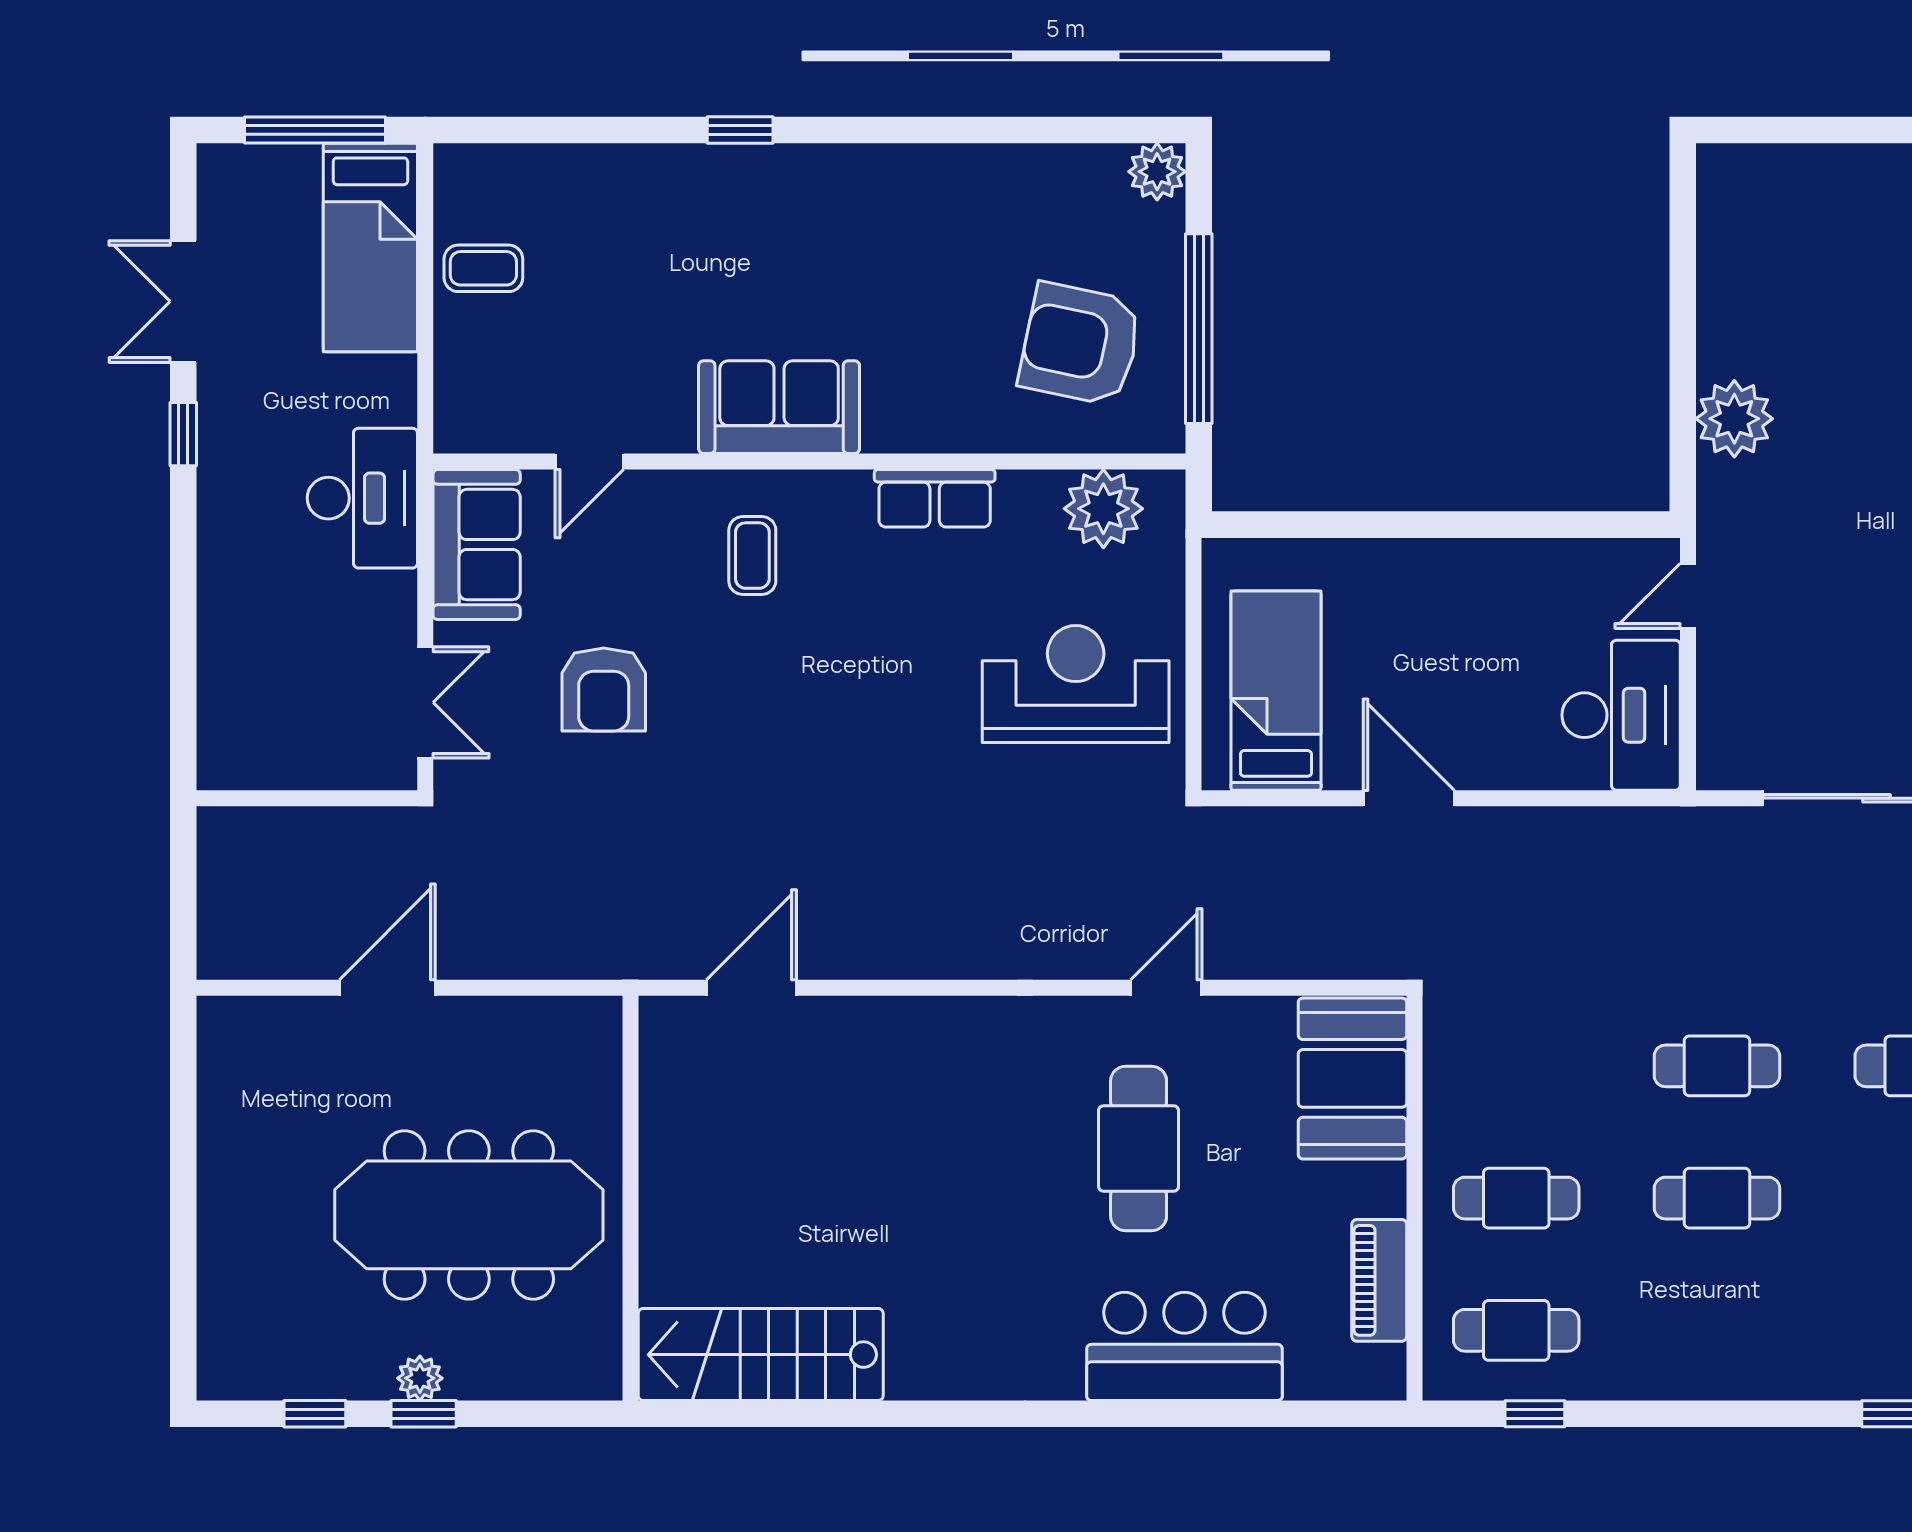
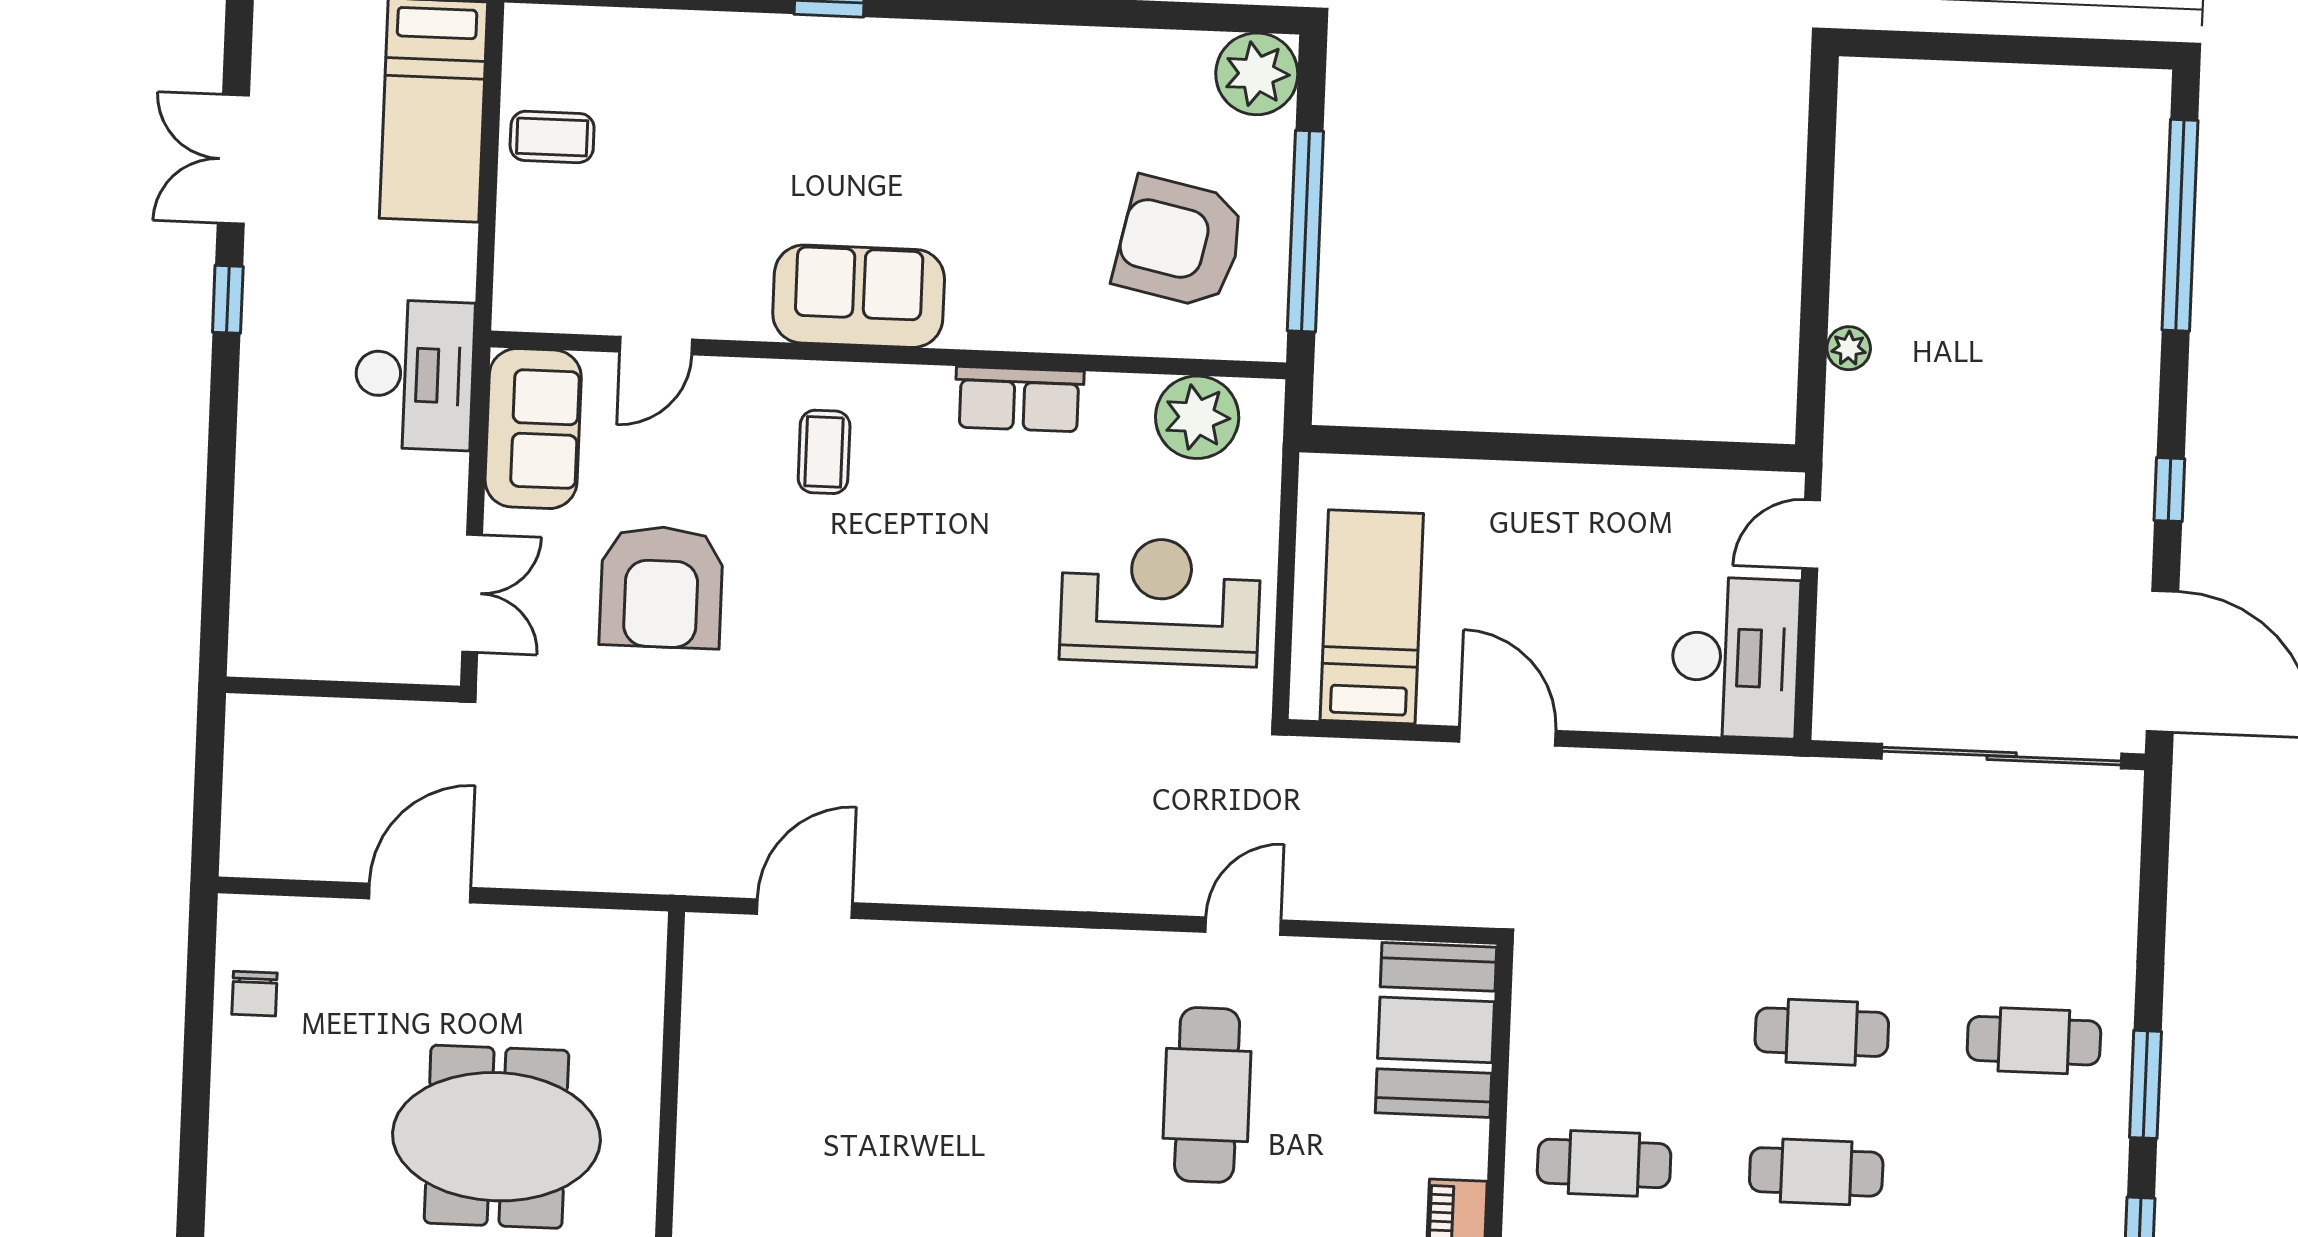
plant: (1157, 172) -> (1257, 74), width x1.36, depth x1.36
plant: (1734, 419) -> (1849, 348), width x0.53, depth x0.53
armchair: (604, 689) -> (661, 587), width x1.36, depth x1.36
chair: (235, 1089) -> (254, 994), added
meeting table: (469, 1215) -> (496, 1137), width x0.73

